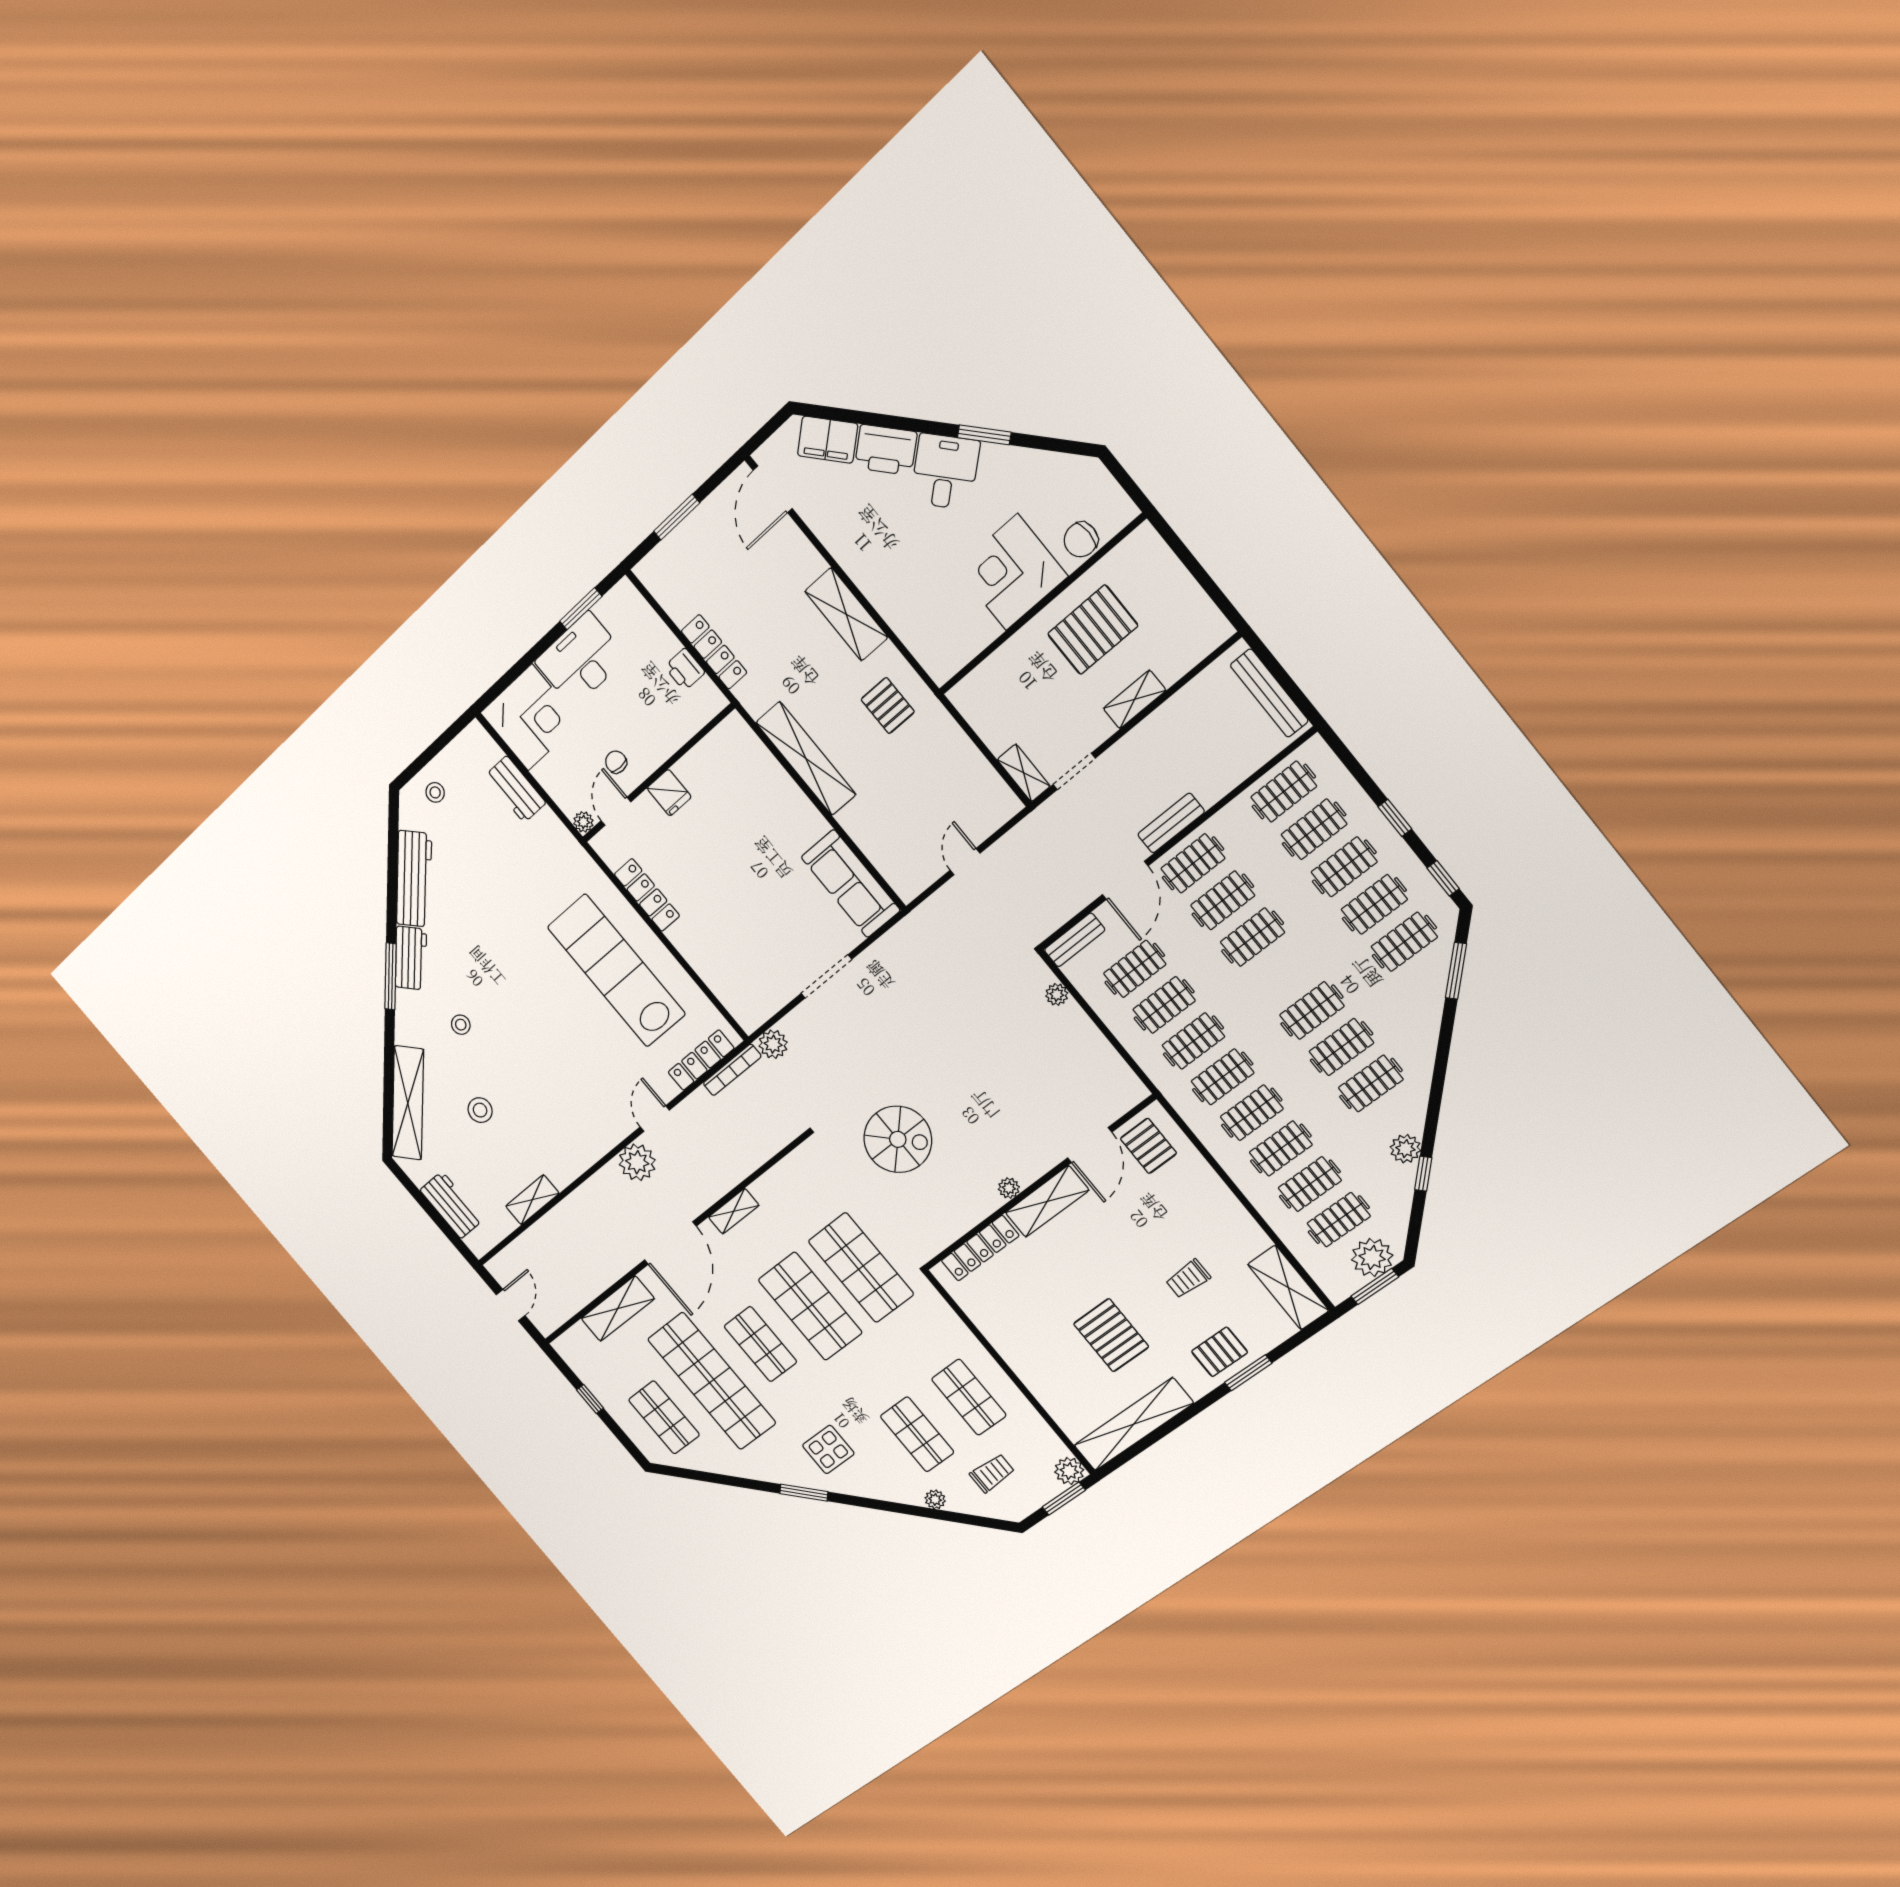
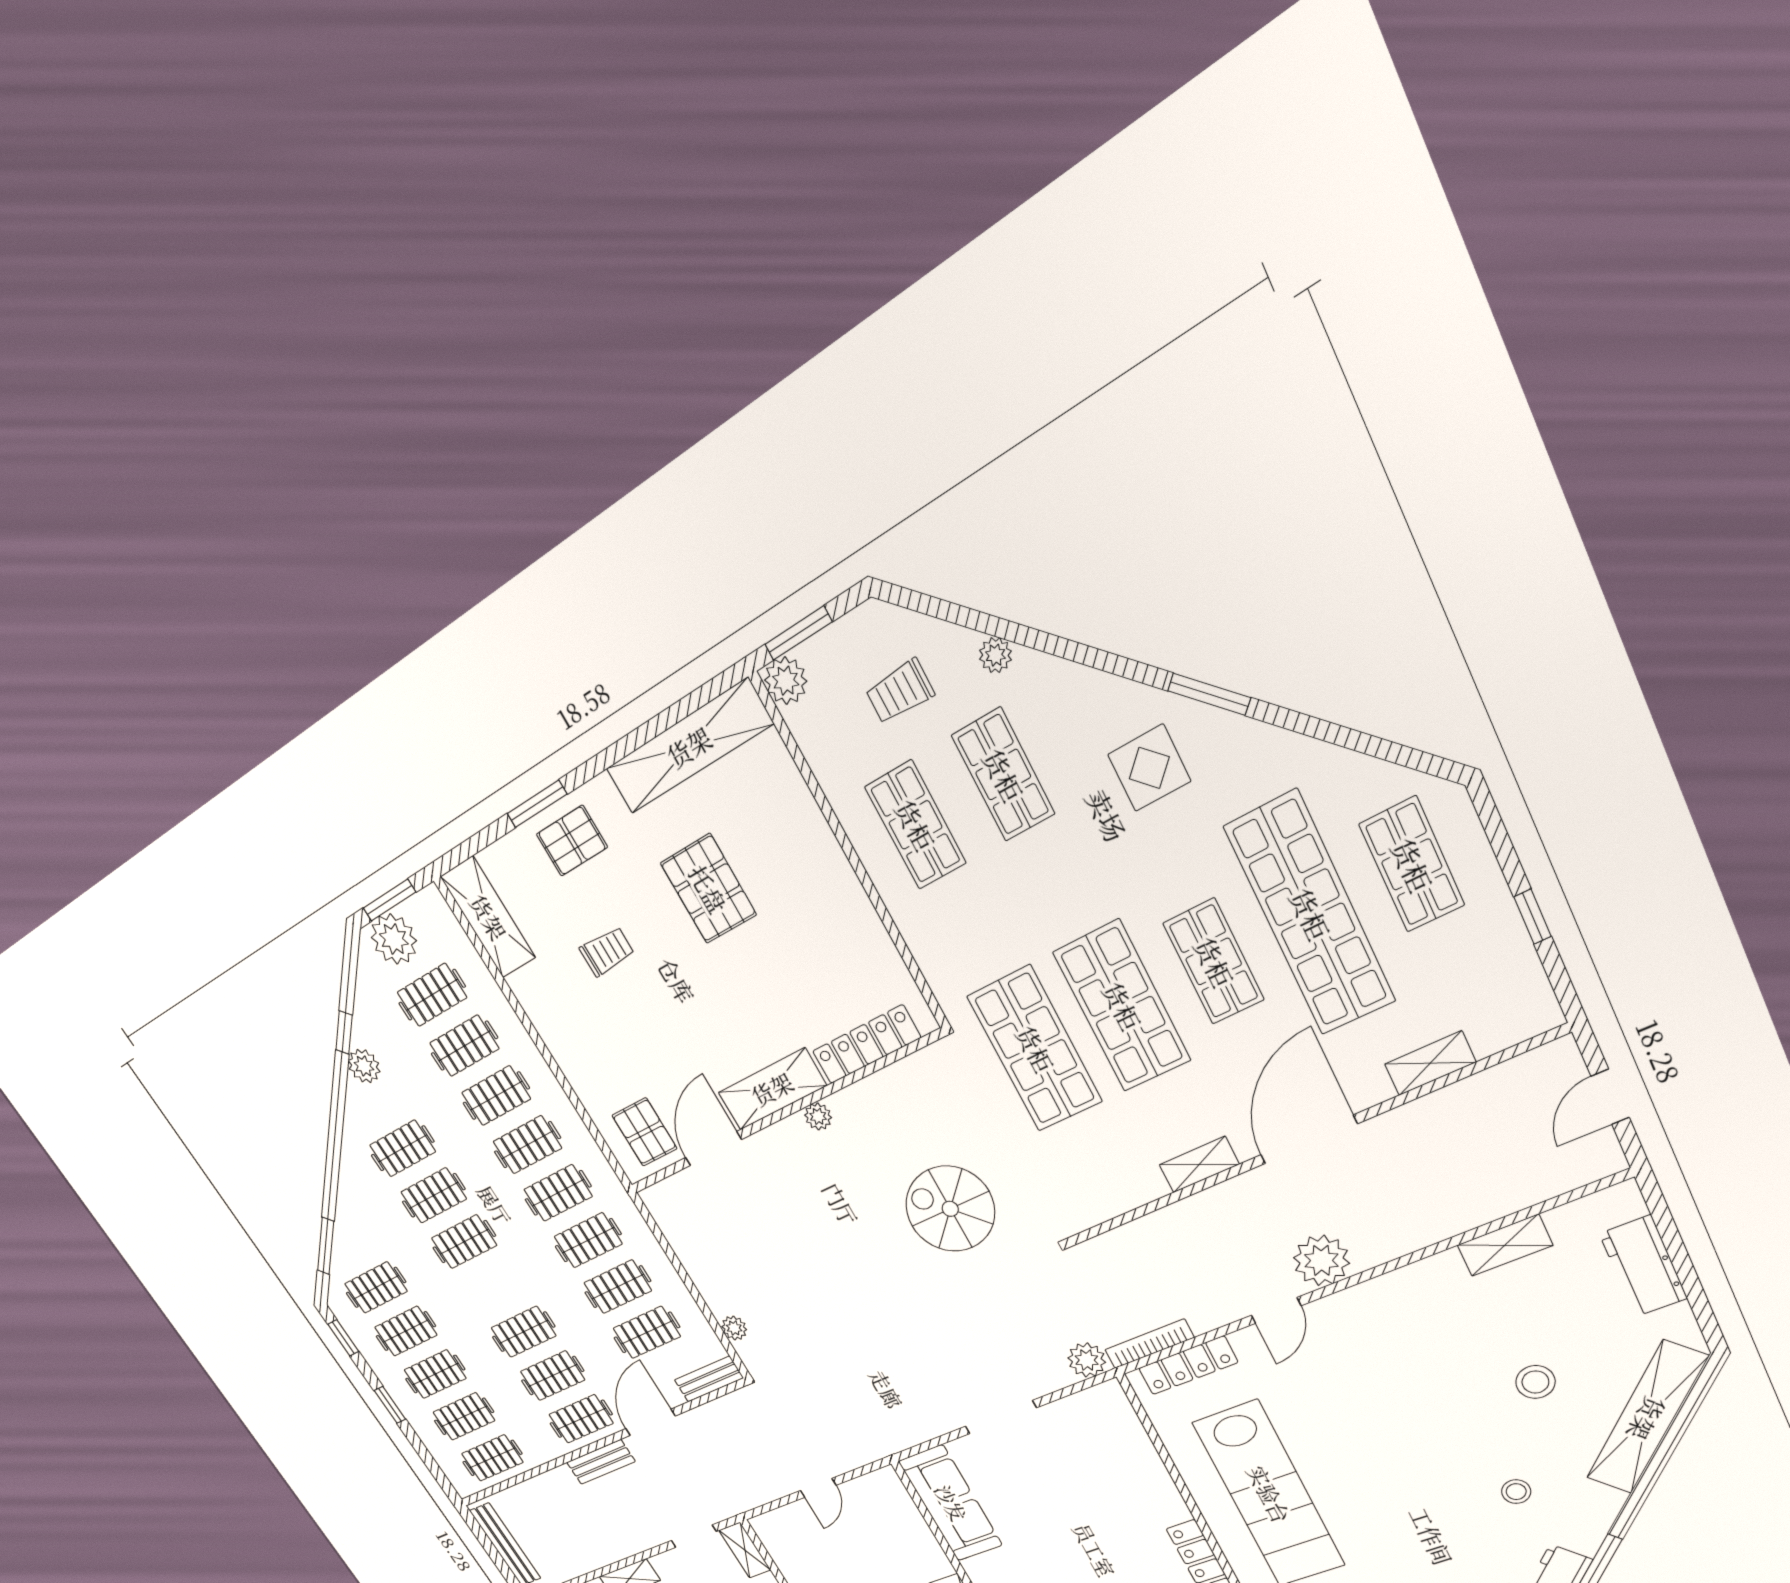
shelving: (618, 1309) -> (1430, 1063), width x0.67, depth x0.75

